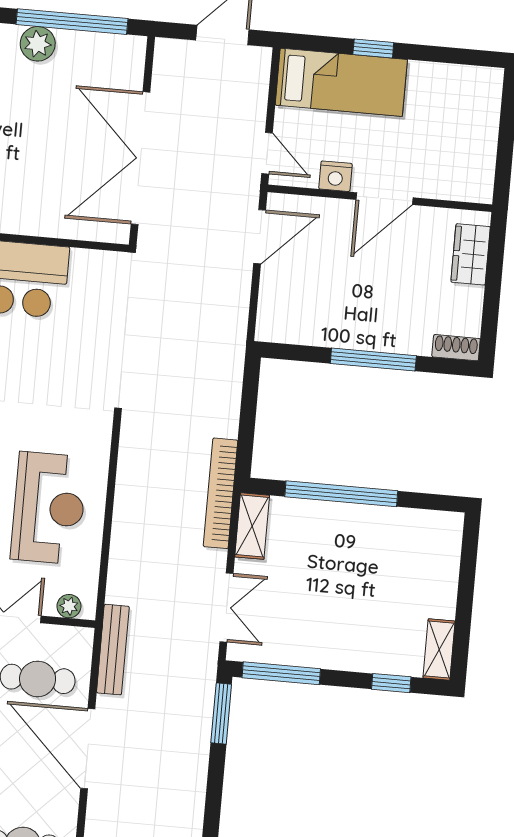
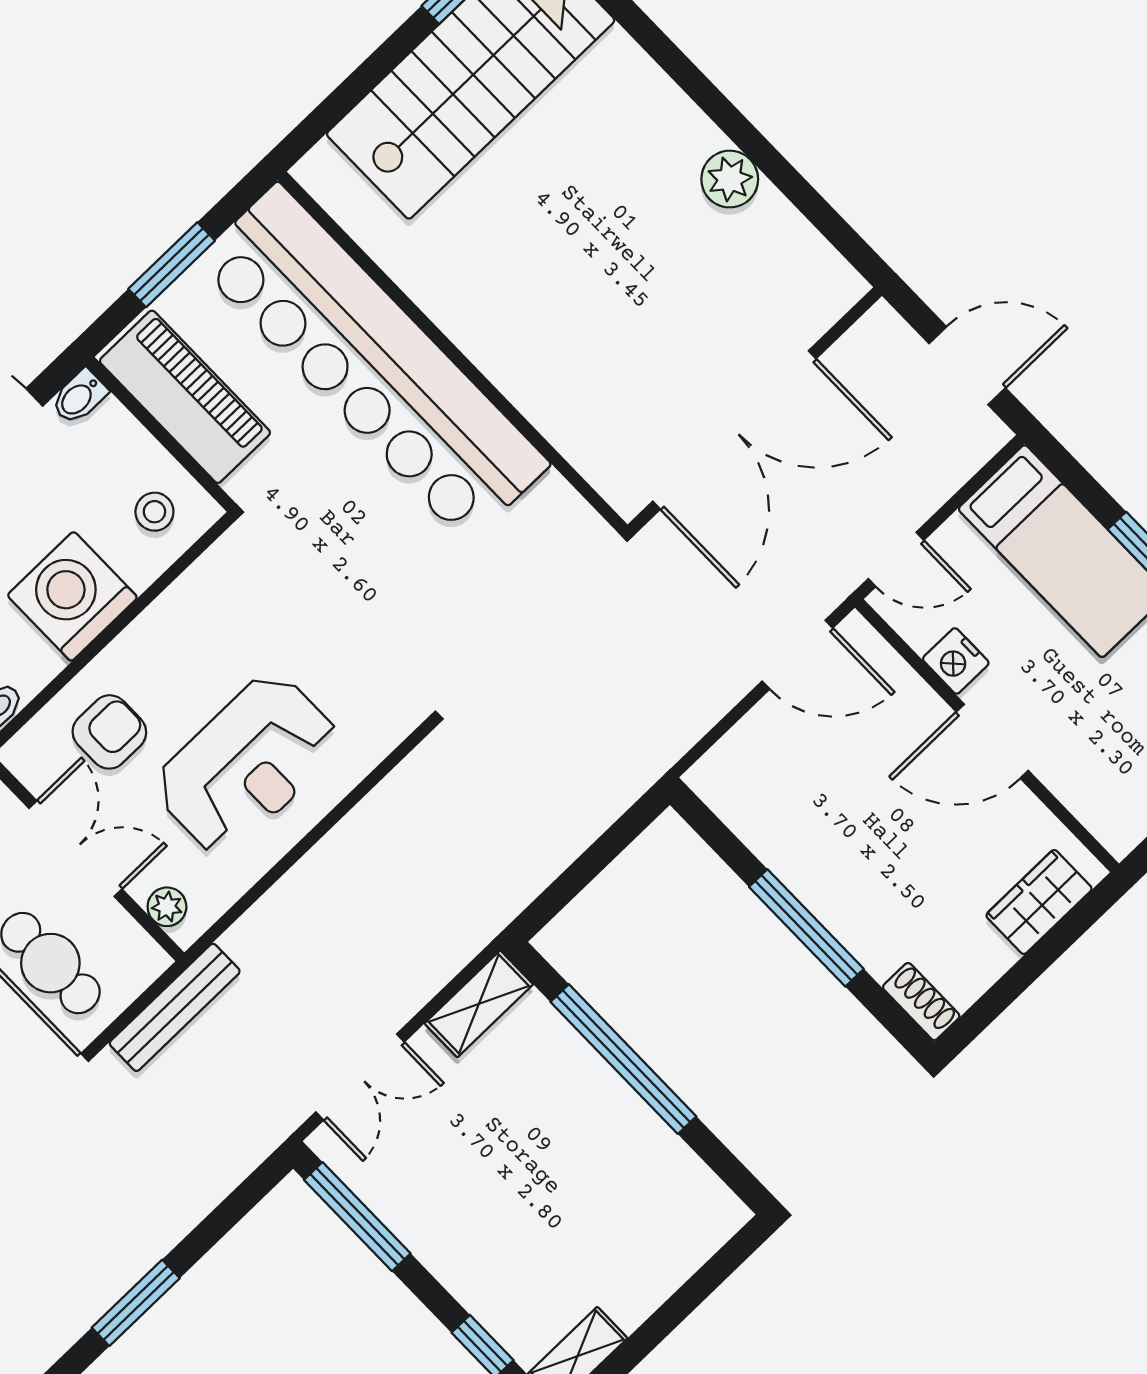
window: (72, 22) -> (796, 188), removed
door: (267, 153) -> (896, 559), hinge flipped
double door: (140, 158) -> (734, 430), swing flipped
bookcase: (220, 493) -> (475, 930), removed
window: (221, 713) -> (136, 1303), moved

